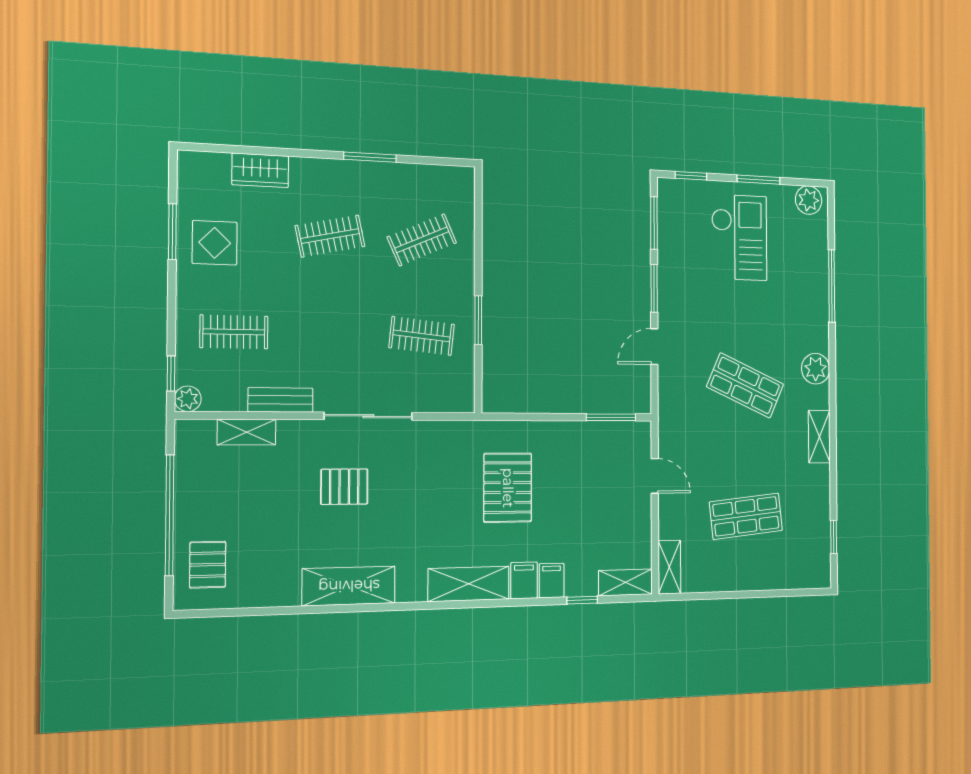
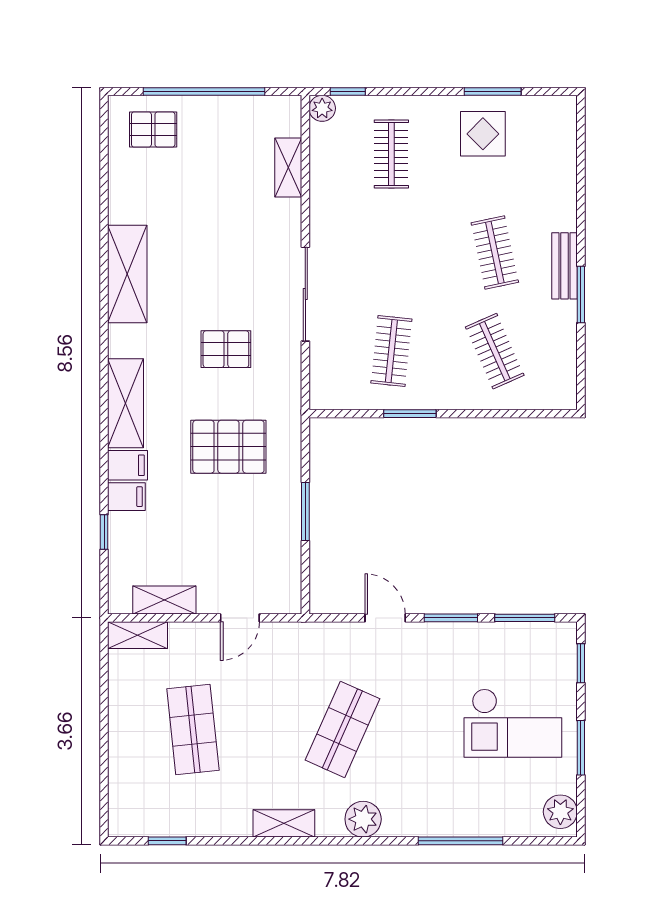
wardrobe: (260, 170) -> (560, 180), removed
bench: (280, 400) -> (565, 266), moved
window: (611, 417) -> (305, 511), moved
pallet: (344, 487) -> (226, 349), moved, turned 90
shelving: (625, 582) -> (164, 600), moved, turned 90

